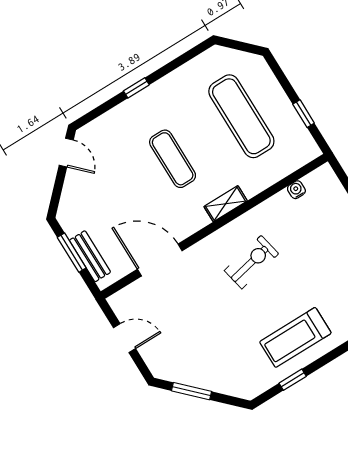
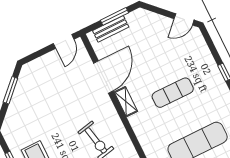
shelving: (226, 204) -> (126, 102), moved
door: (124, 338) -> (64, 41), moved

